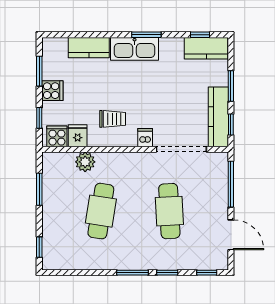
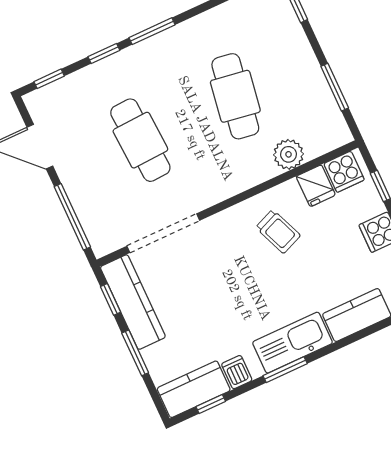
trolley: (113, 119) -> (278, 231), turned -112
dishwasher: (145, 138) -> (237, 372), moved, turned 180

